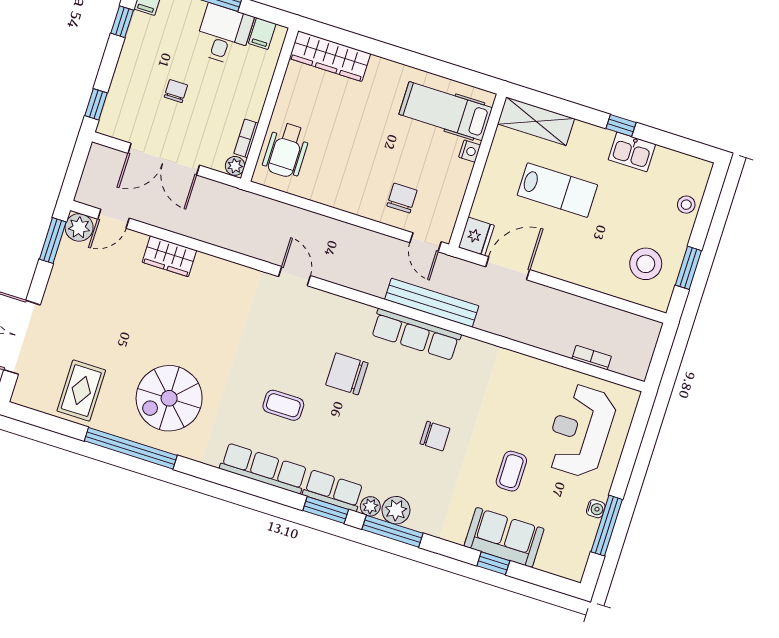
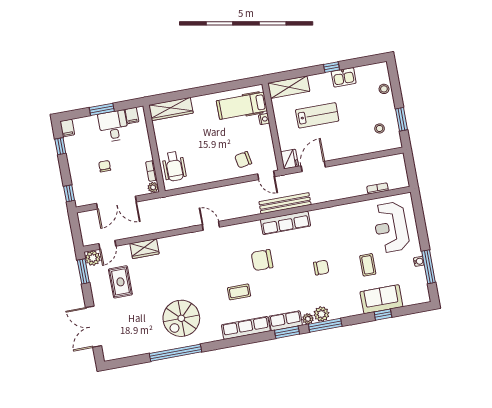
chair: (402, 198) -> (243, 160), turned -100
stool: (646, 264) -> (380, 128), width x0.53, depth x0.53
rug: (81, 391) -> (120, 282), moved

